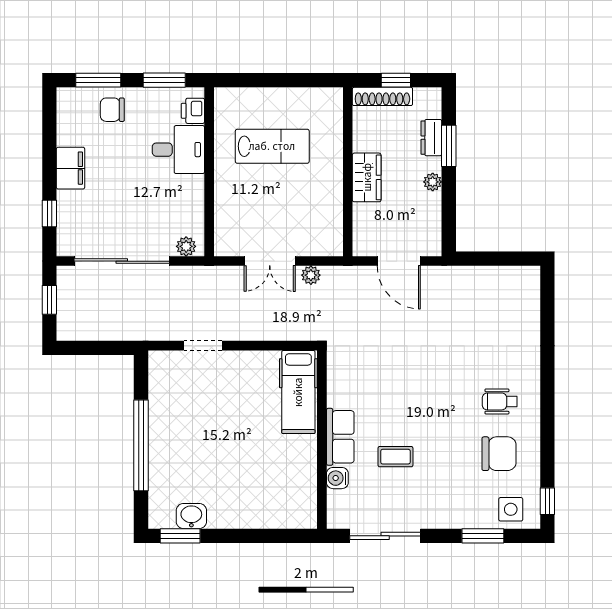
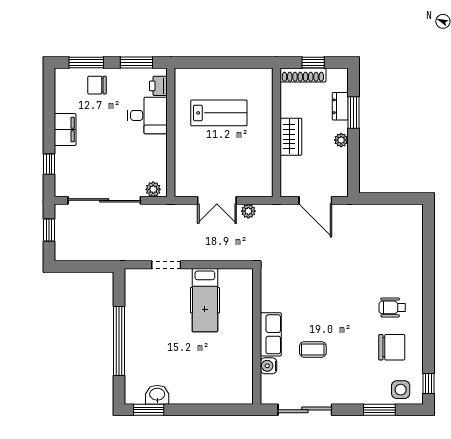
hospital bed: (298, 392) -> (205, 300), moved

